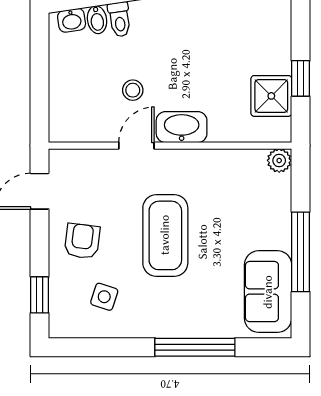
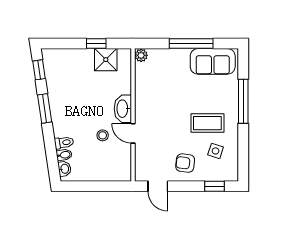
coffee table: (165, 235) -> (207, 123), moved, width x0.73, depth x0.76

